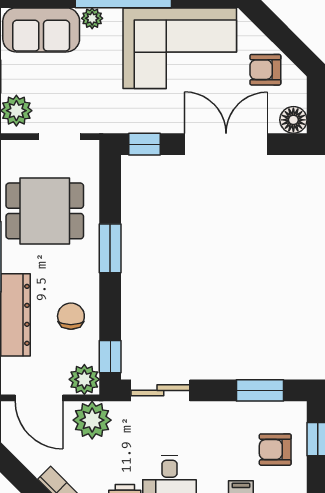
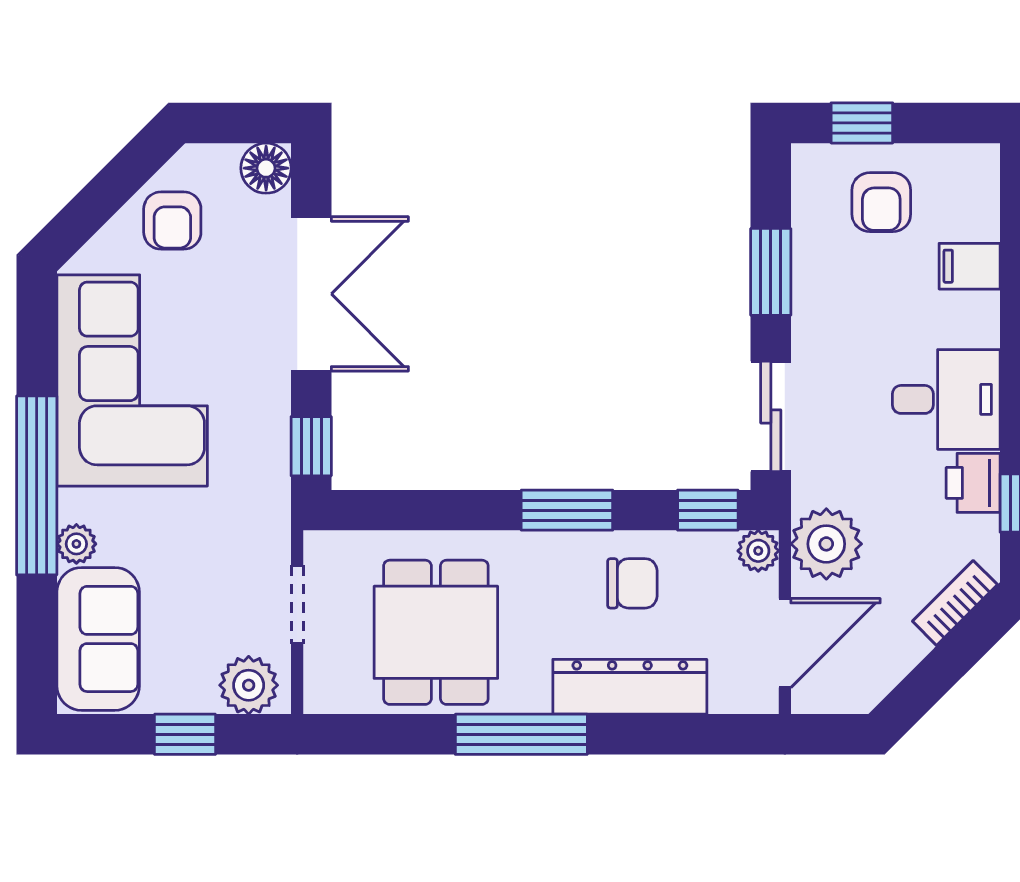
double door: (226, 144) -> (311, 294), swing flipped
window: (110, 248) -> (567, 510), moved
chair: (71, 316) -> (632, 583), turned 180
plant: (84, 379) -> (758, 551), width x0.73, depth x0.73
window: (260, 390) -> (771, 272), moved

